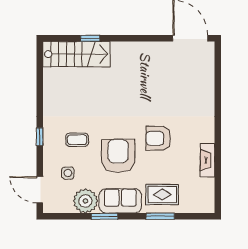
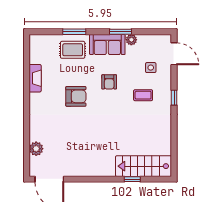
plant: (206, 75) -> (36, 149), added
armchair: (118, 156) -> (109, 82), width x0.53, depth x0.53
plant: (85, 201) -> (131, 40), width x0.53, depth x0.53

